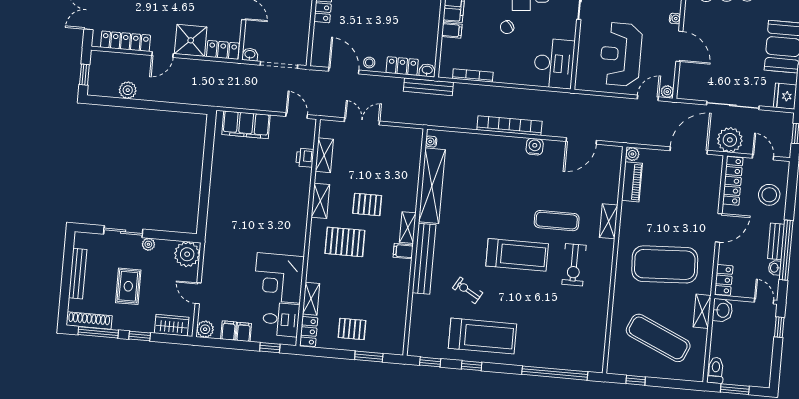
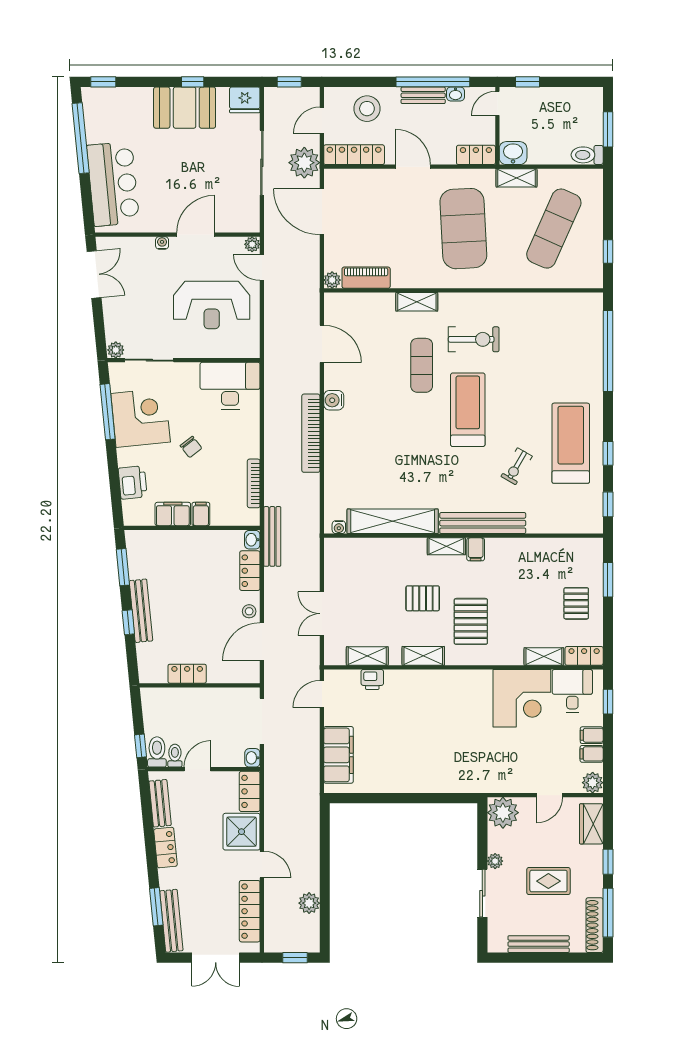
pallet: (367, 204) -> (423, 598), turned 90

